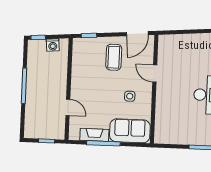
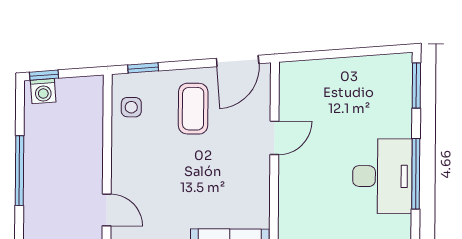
washing machine: (53, 45) -> (43, 91), moved
door: (155, 74) -> (274, 138), swing flipped
side table: (130, 96) -> (131, 107), moved

